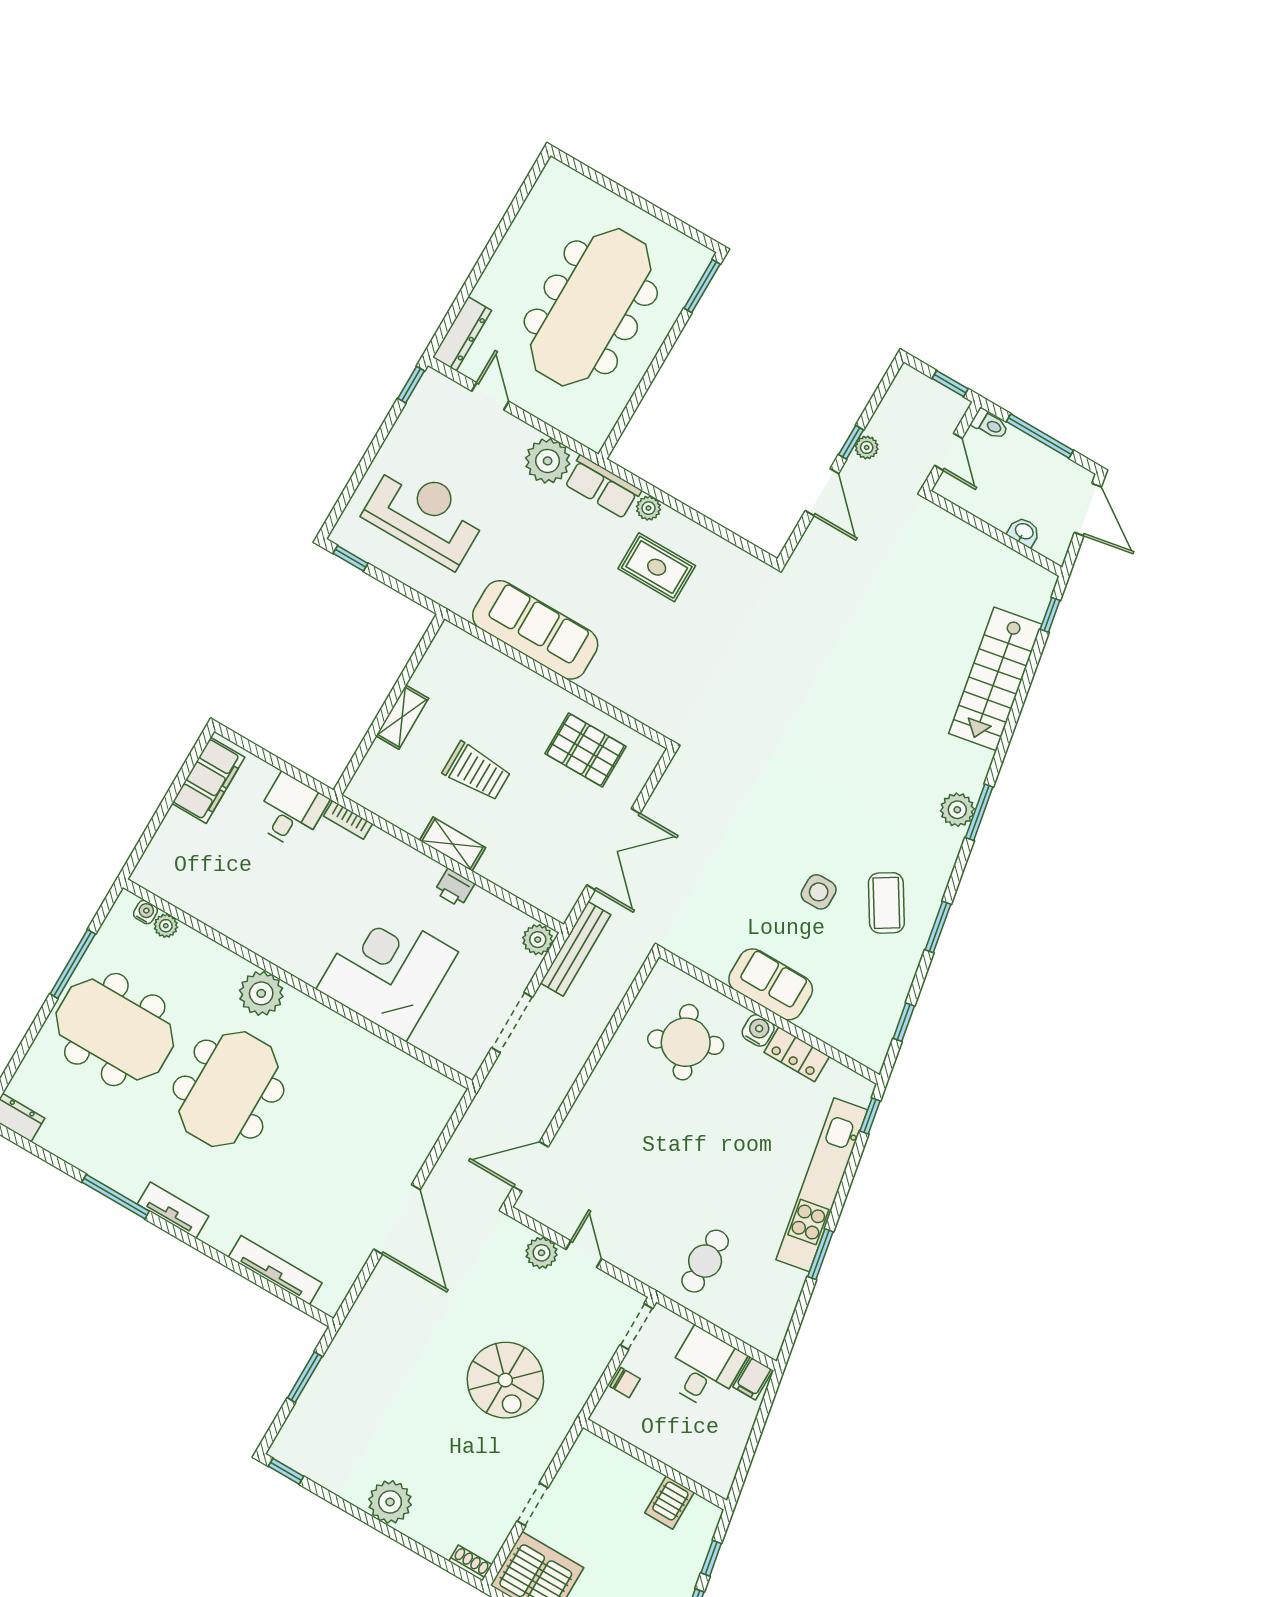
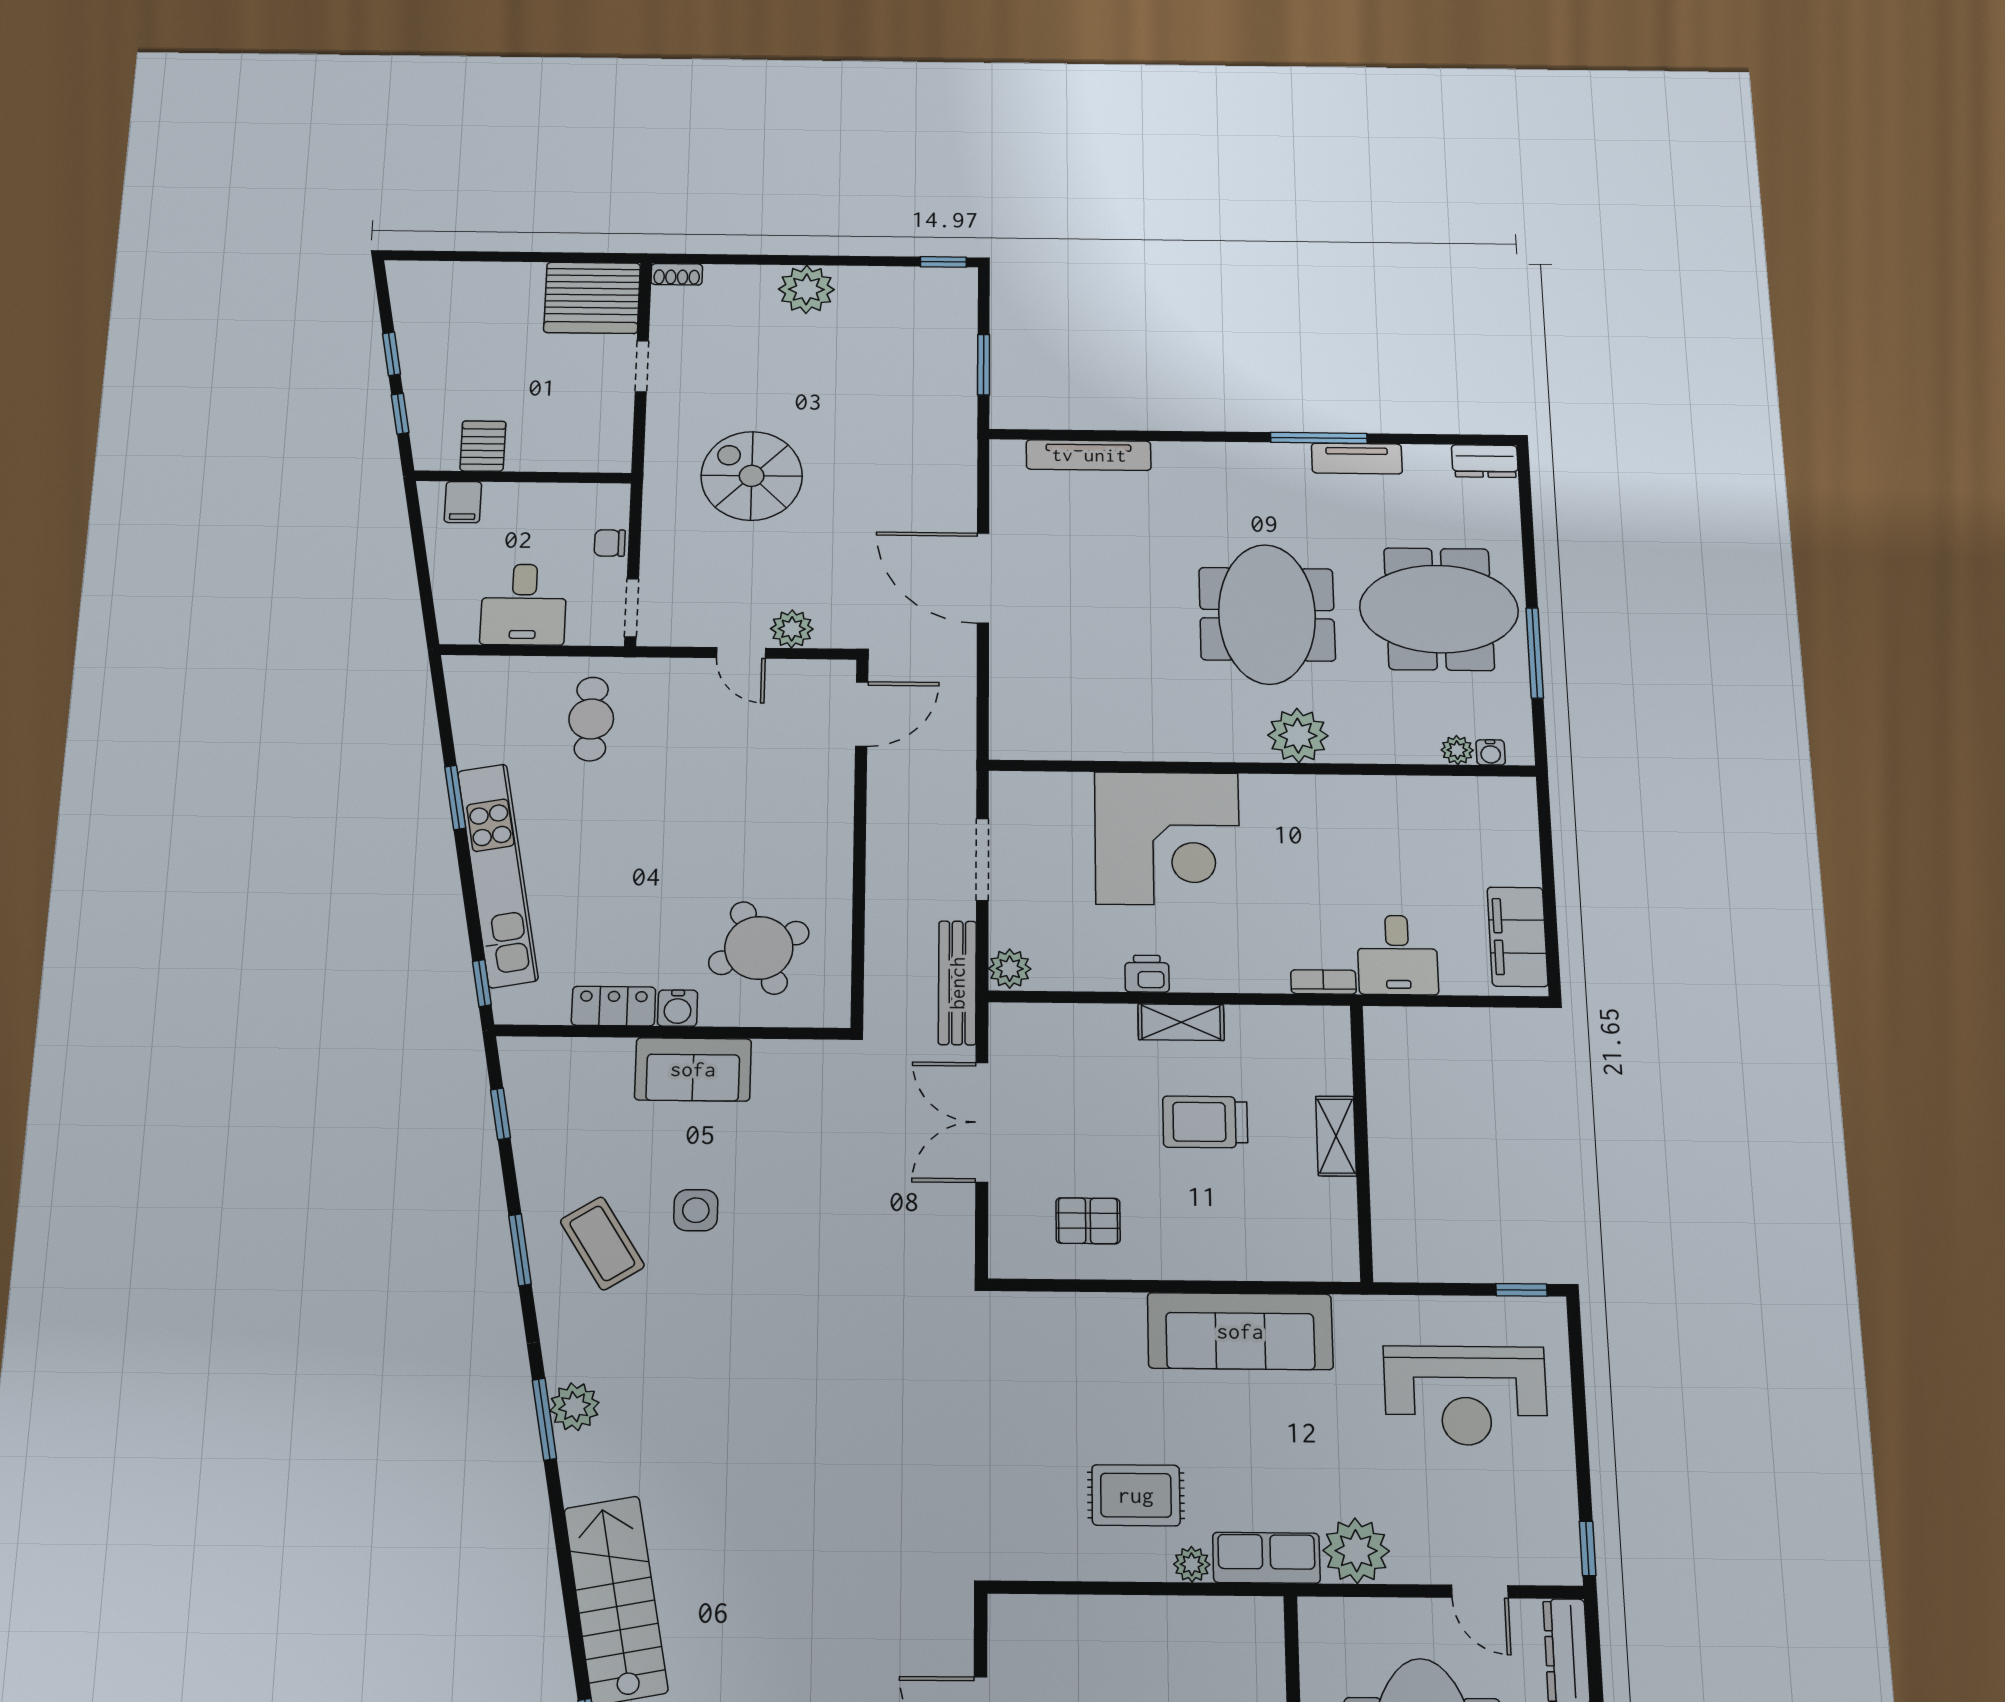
pallet: (586, 750) -> (1088, 1221), width x0.67, depth x0.71
tv unit: (173, 1210) -> (1357, 459), moved
filing cabinet: (753, 1378) -> (463, 502), moved, turned 180

